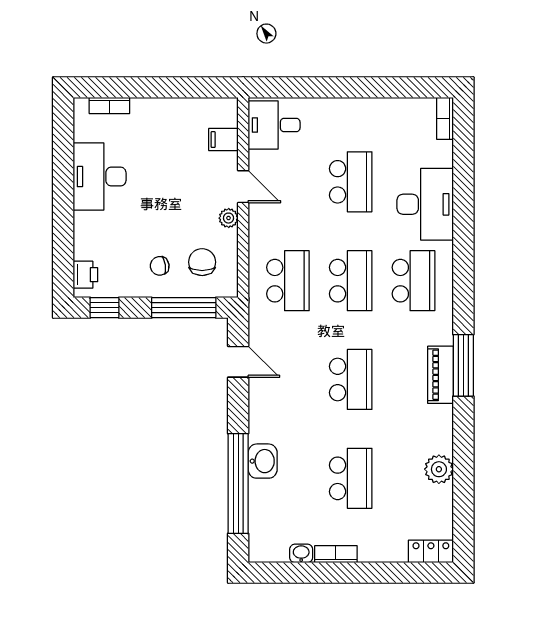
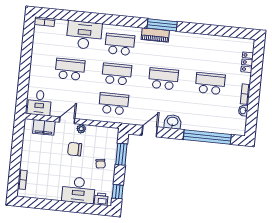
filing cabinet: (223, 140) -> (44, 127), width x2.00
desk: (100, 177) -> (79, 190), moved
chair: (202, 262) -> (75, 149), moved
window: (184, 308) -> (121, 154), width x0.69
piano: (440, 375) -> (155, 35), moved
washbasin: (263, 461) -> (173, 122), moved
plant: (439, 469) -> (210, 41), removed
locker: (431, 551) -> (247, 62), moved

